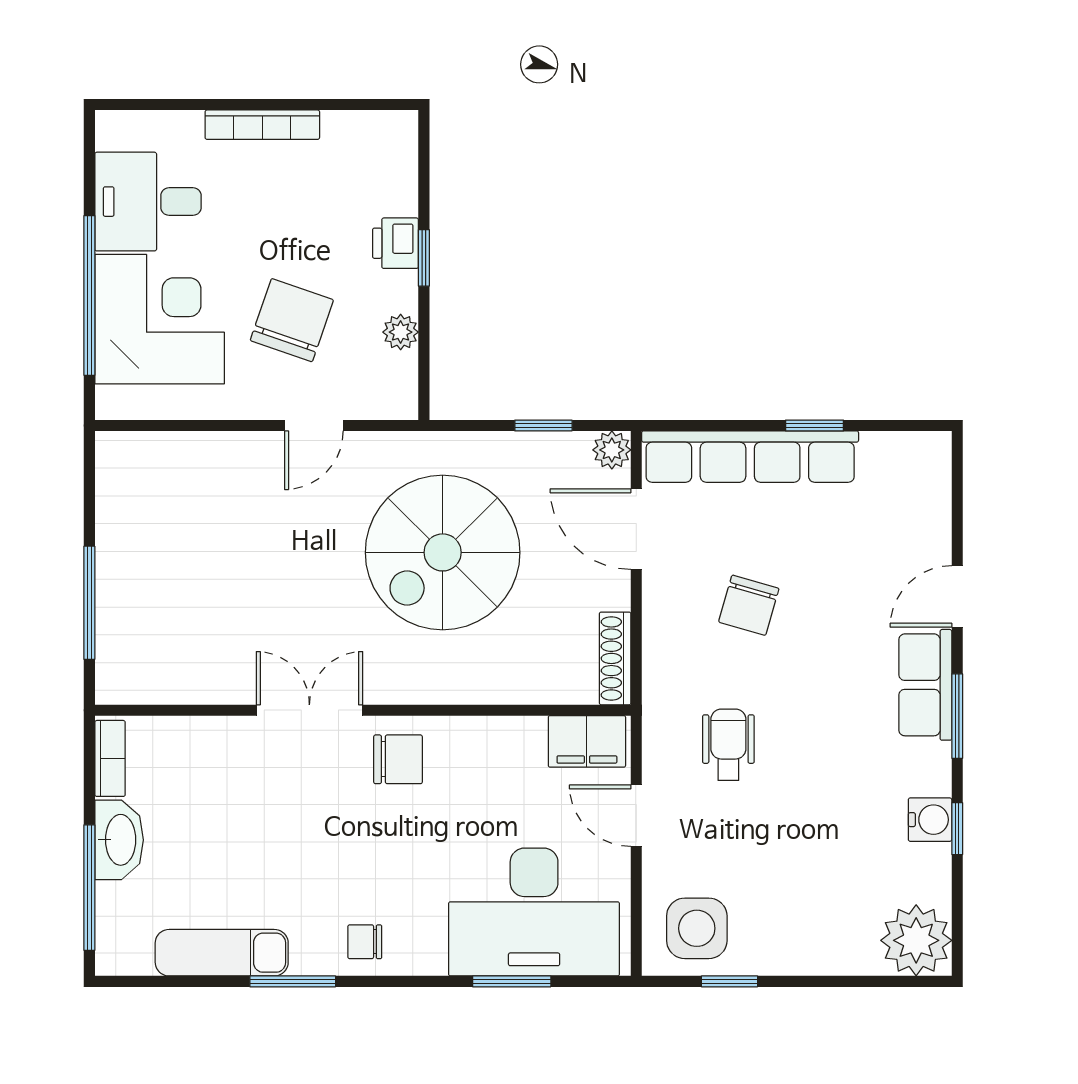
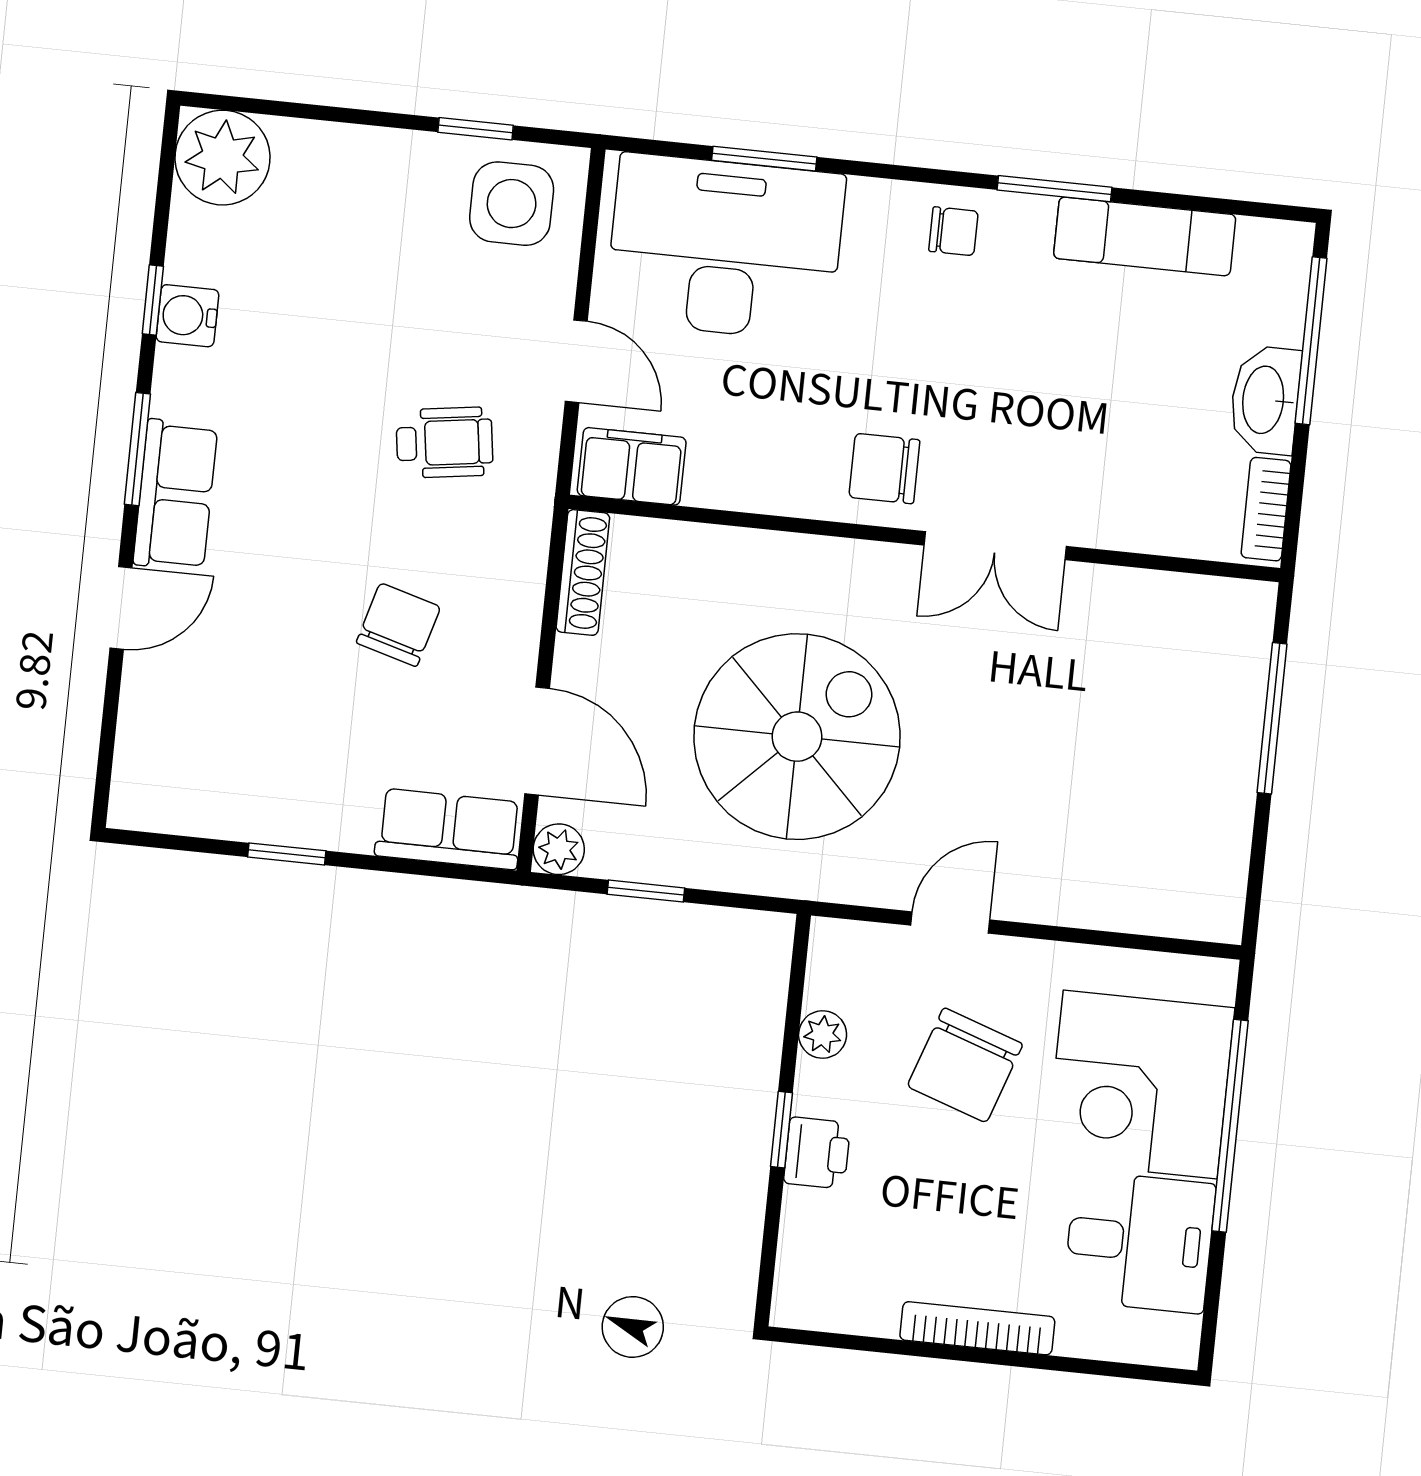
row of seats: (750, 457) -> (449, 829), width x0.50
wheelchair: (728, 745) -> (445, 443), turned -98

